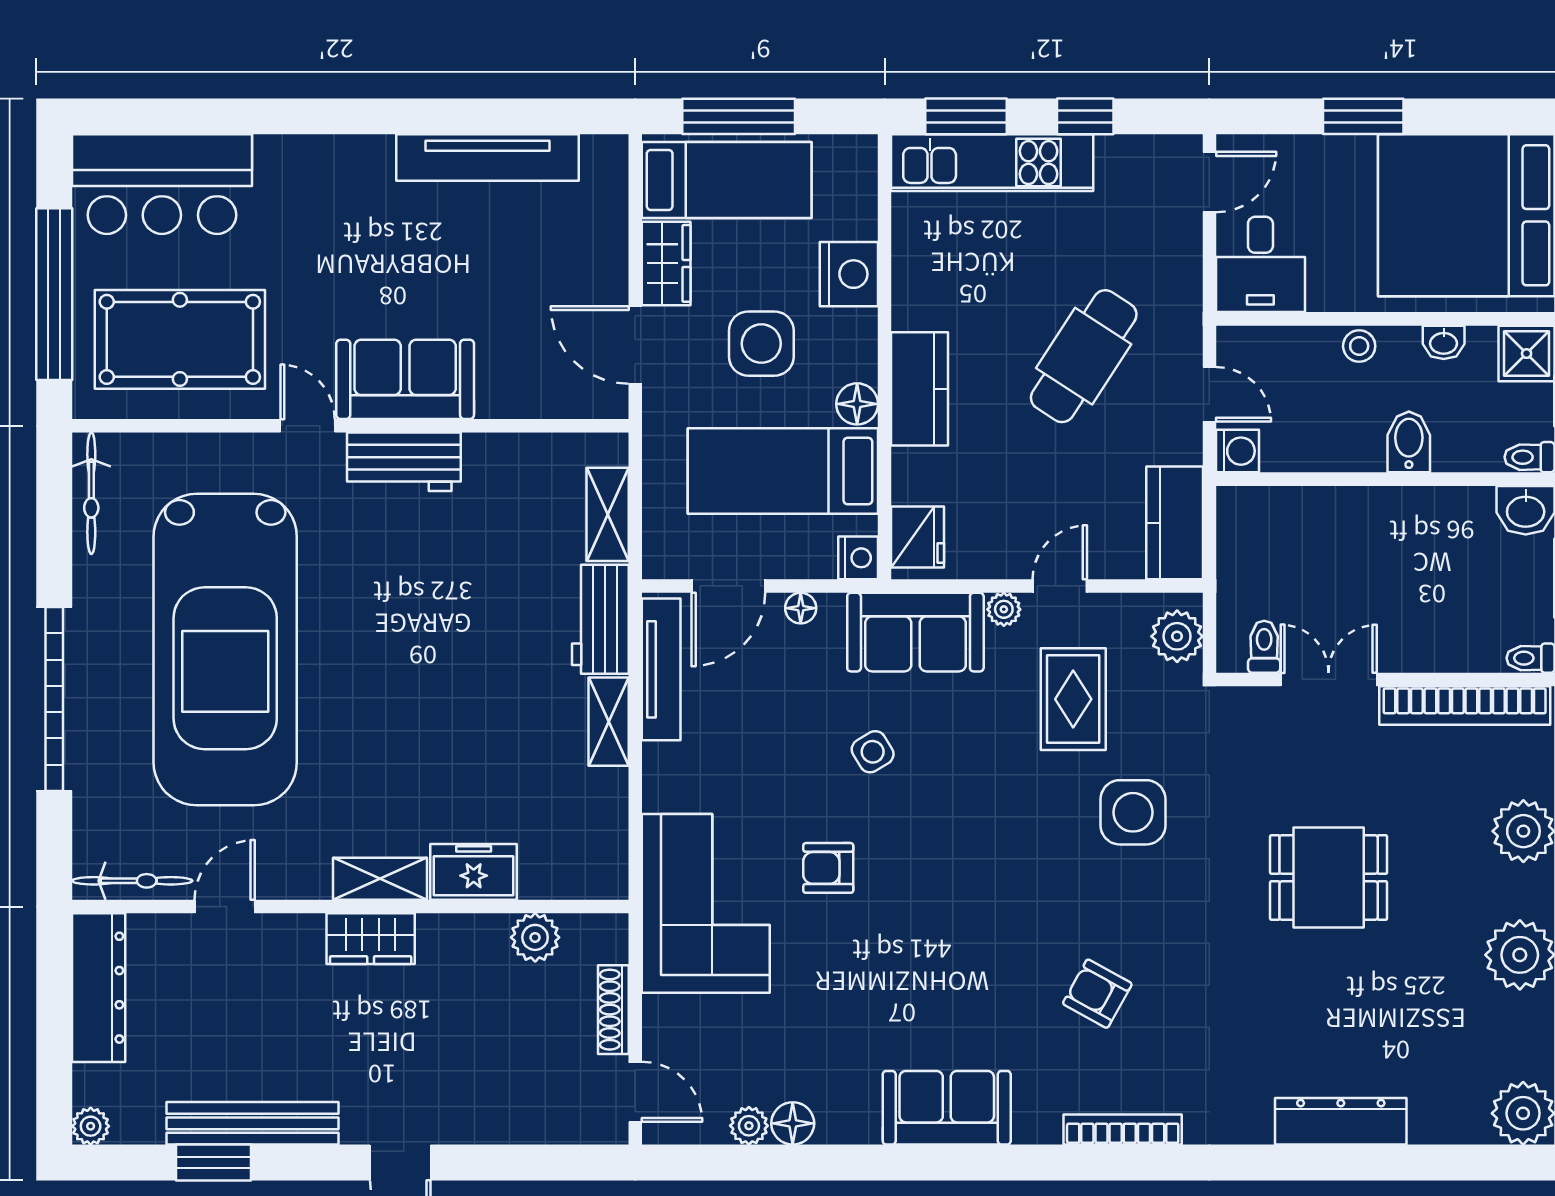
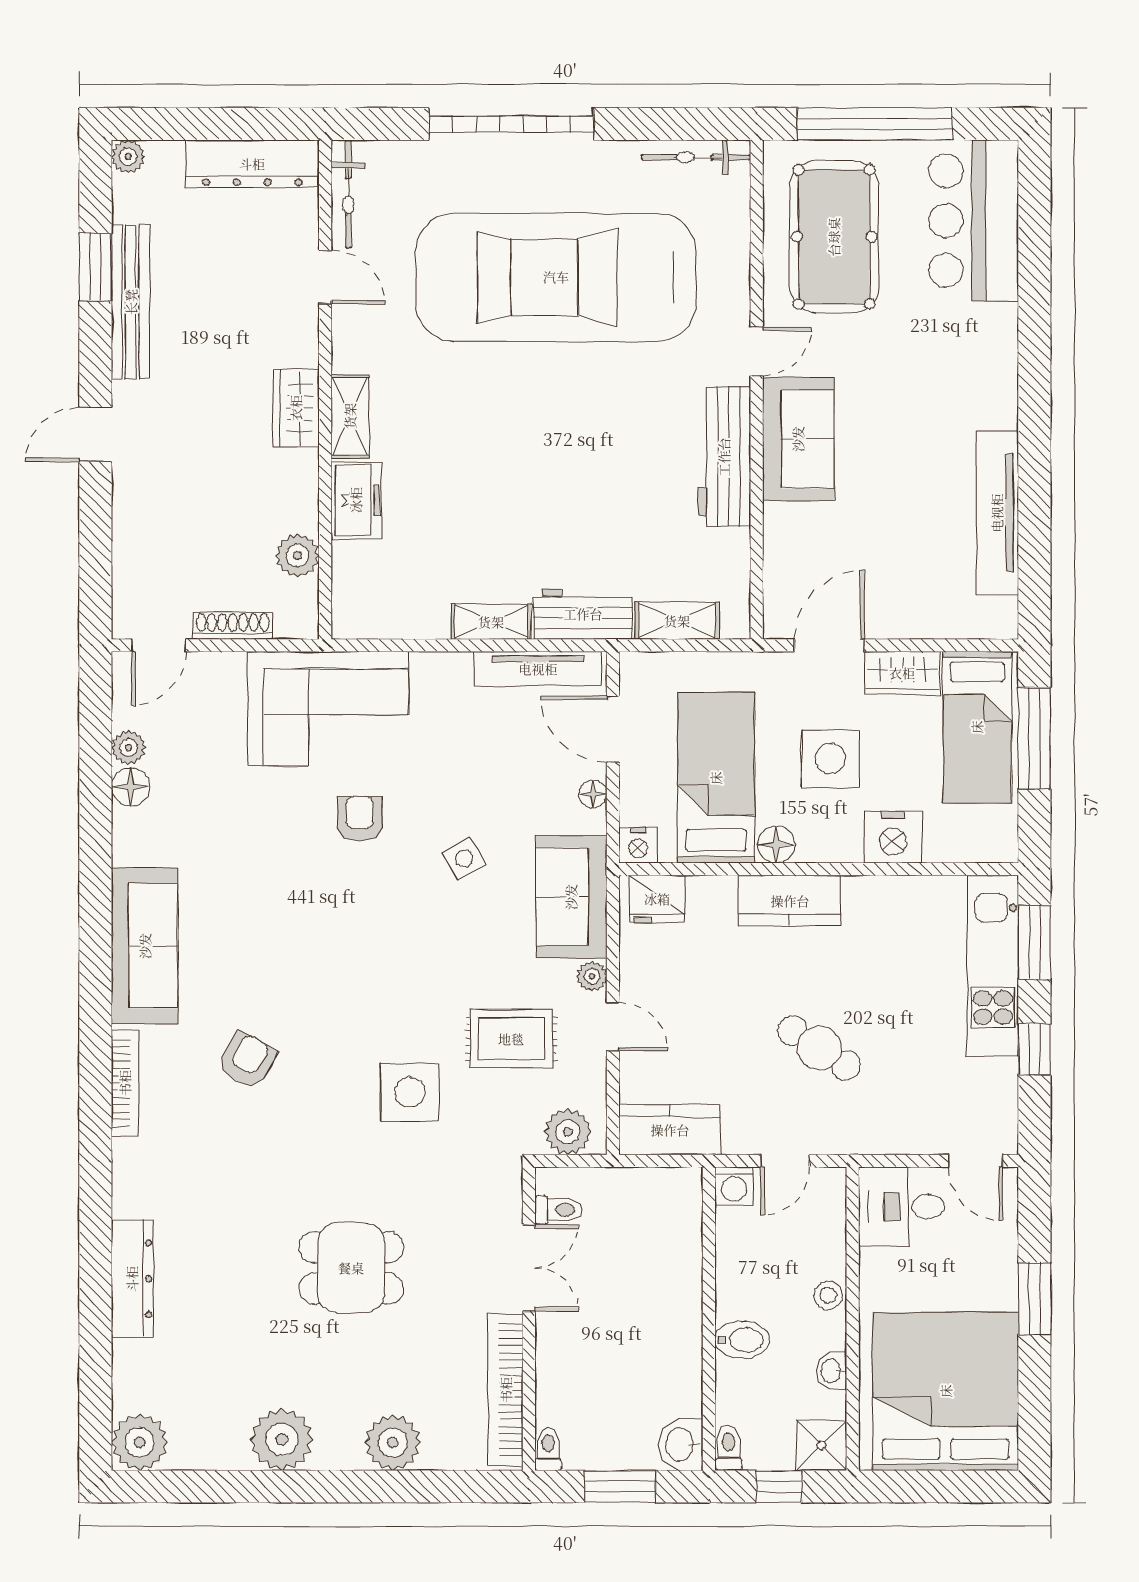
cafe table: (1084, 356) -> (819, 1048), width x0.73, depth x0.74
workbench: (404, 462) -> (724, 457), width x1.37
dining table: (1329, 878) -> (351, 1268), turned 90
sofa: (947, 1108) -> (145, 946), width x1.36

